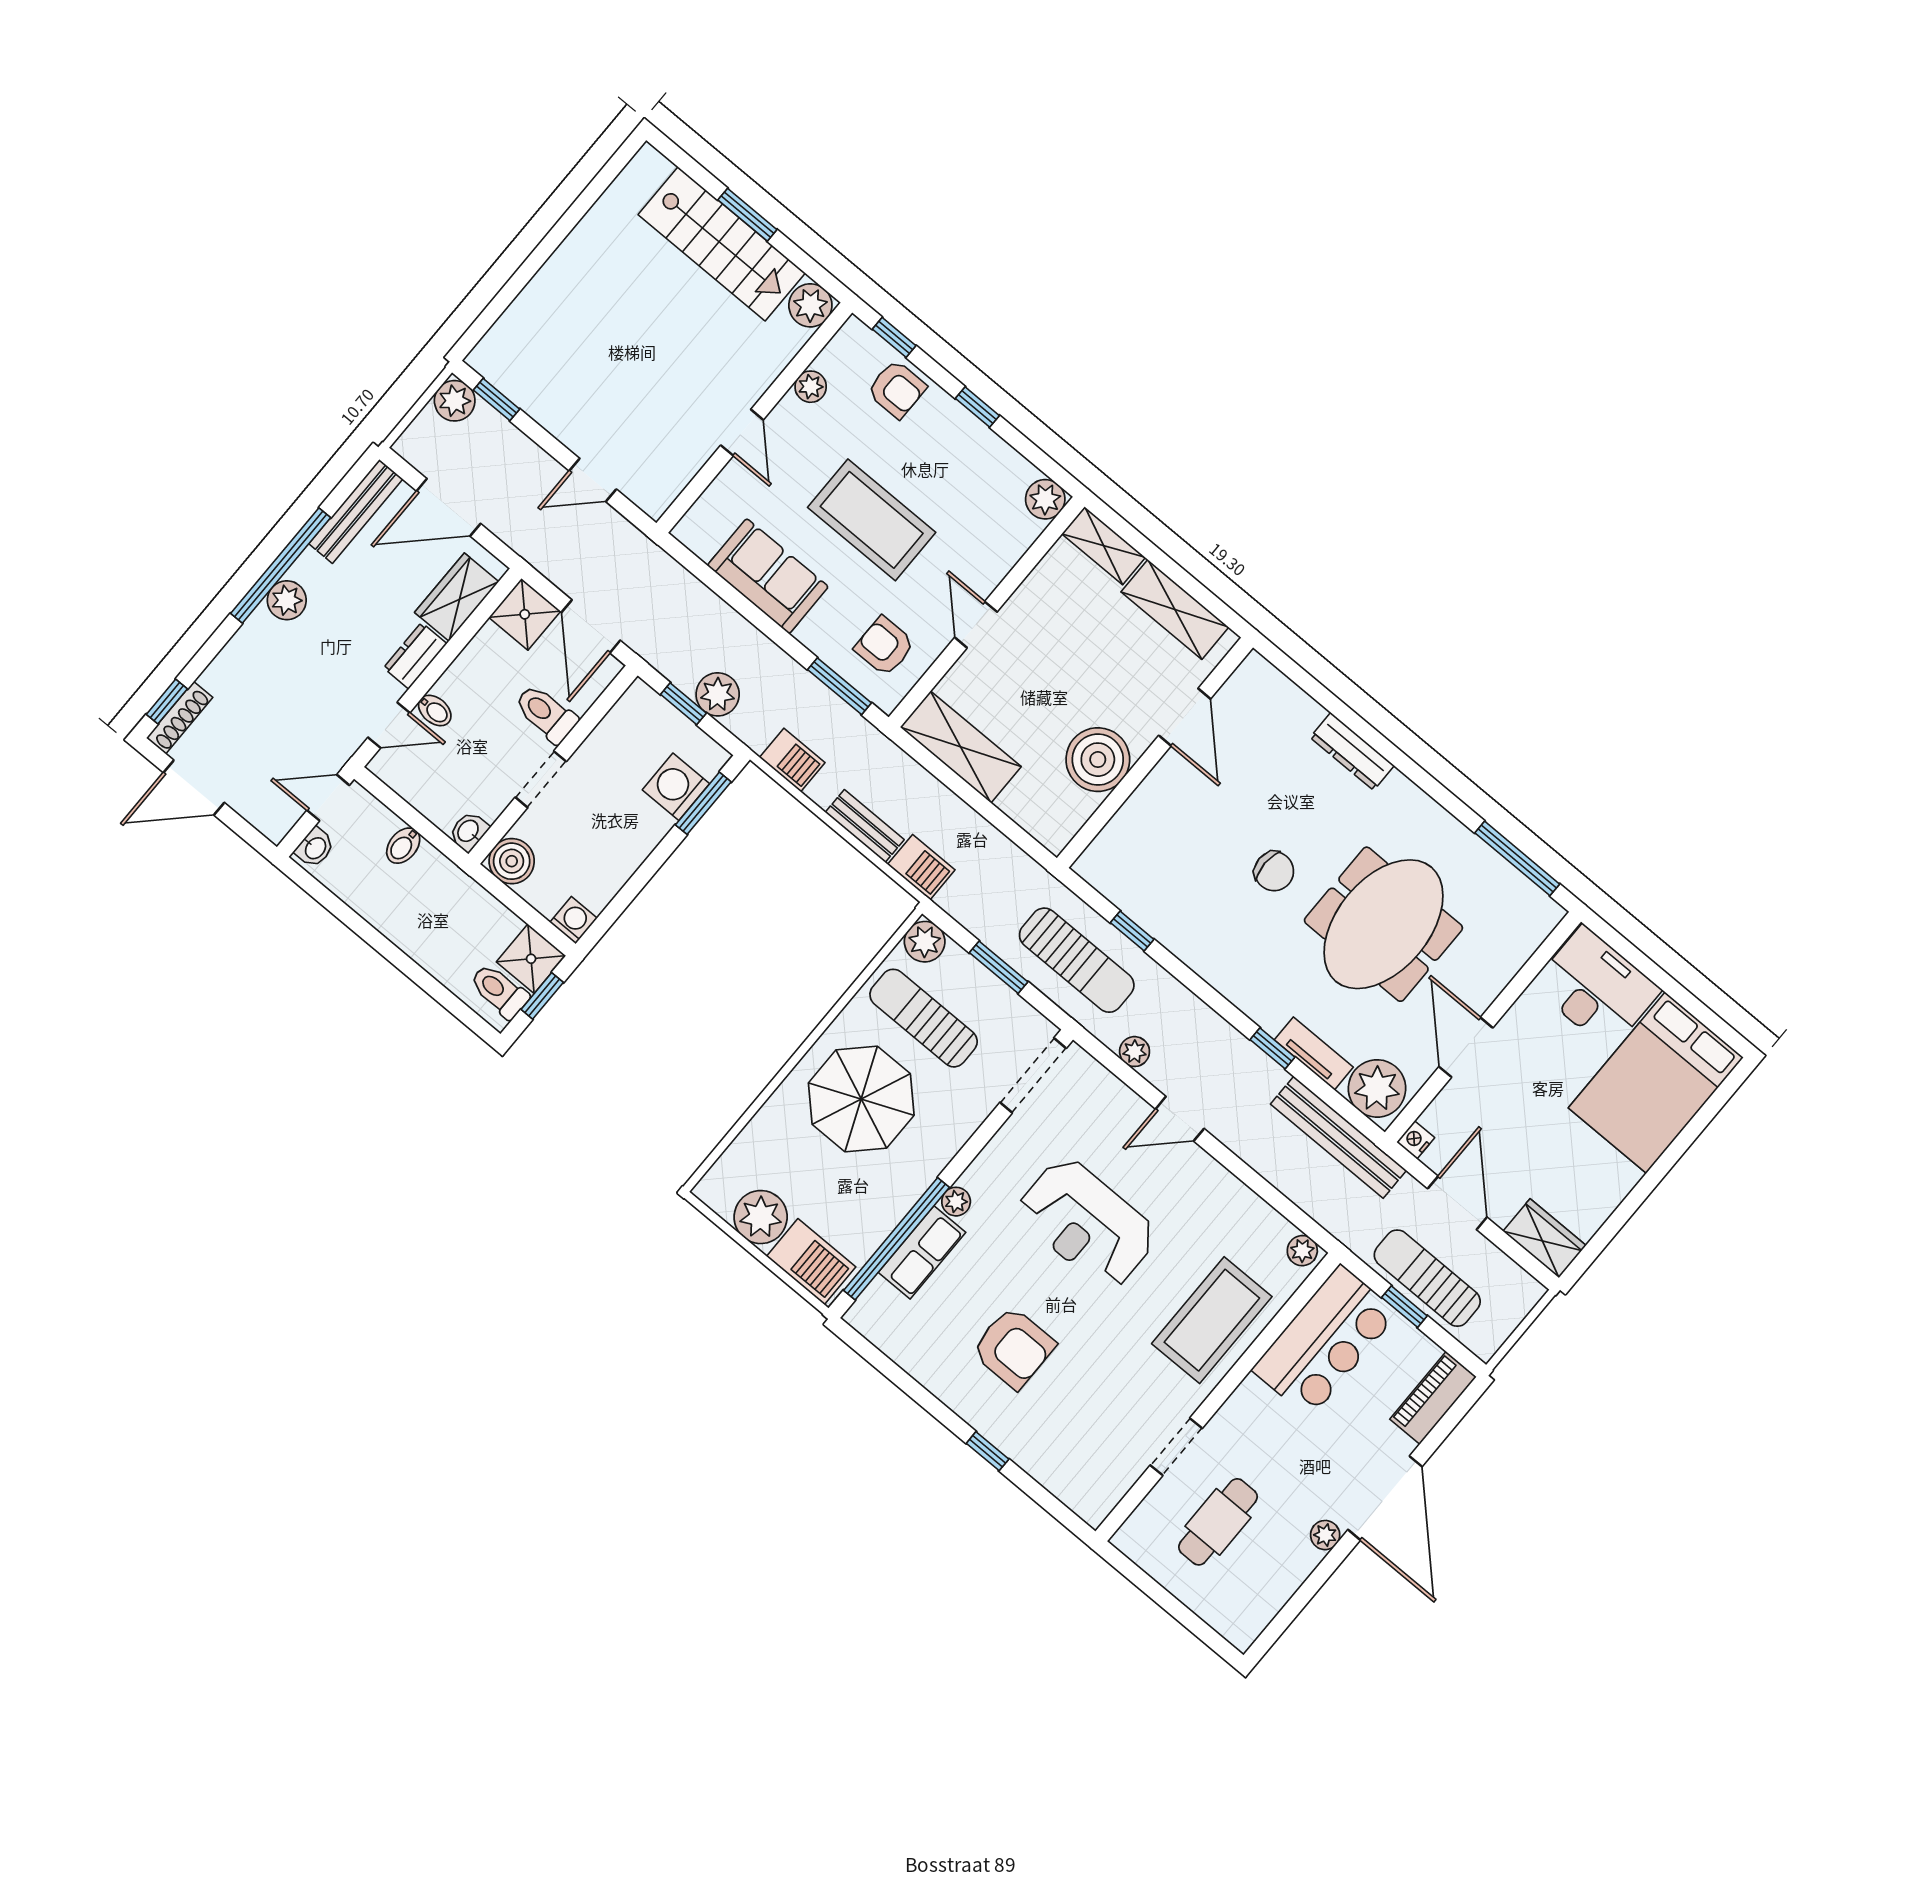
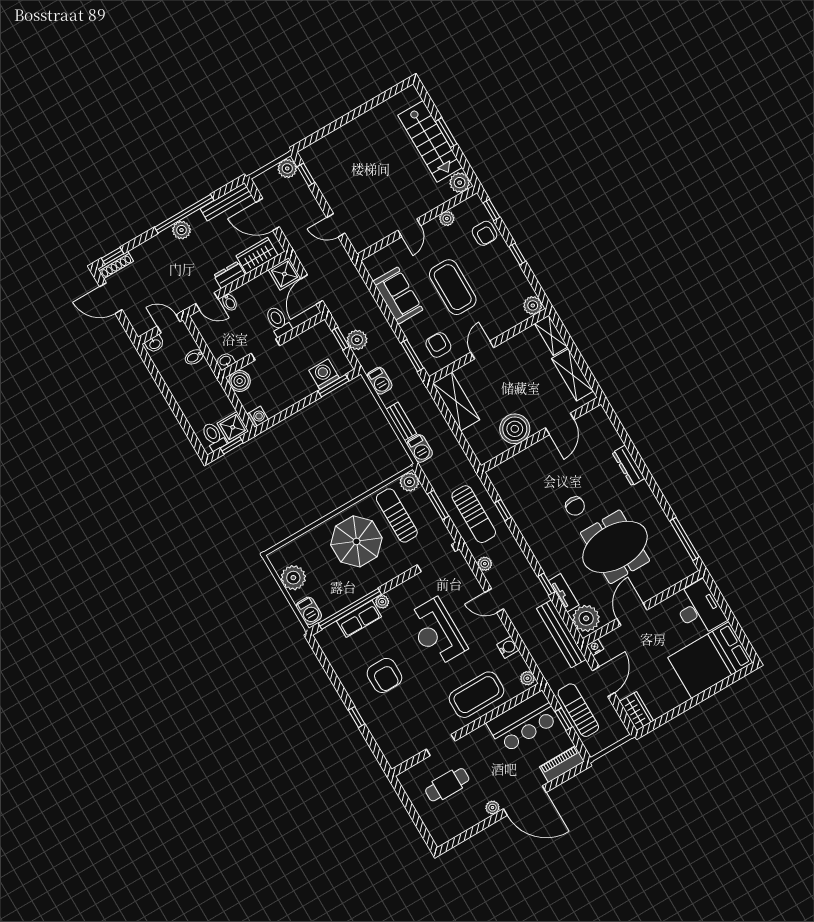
water cooler: (1241, 1203) -> (508, 647), added
barbecue: (811, 1262) -> (309, 611), width x0.73, depth x0.79
door: (1385, 1498) -> (525, 801), hinge flipped

